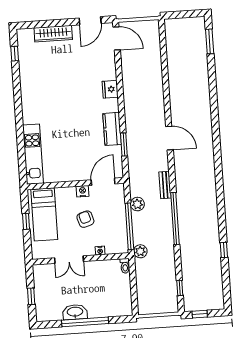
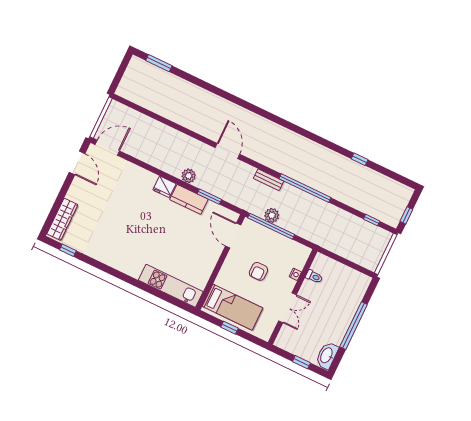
wardrobe: (53, 34) -> (62, 219), moved
fridge: (110, 89) -> (164, 187), moved
door: (169, 138) -> (227, 151), hinge flipped
nightstand: (83, 191) -> (231, 259), removed
armchair: (85, 219) -> (258, 271), turned -73
window: (129, 226) -> (271, 226), moved
plant: (140, 251) -> (189, 176), moved
toilet: (125, 266) -> (314, 277), moved
washbasin: (75, 312) -> (327, 355), moved

